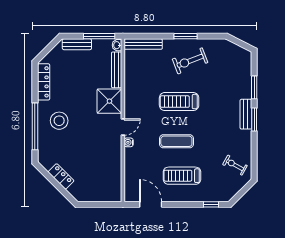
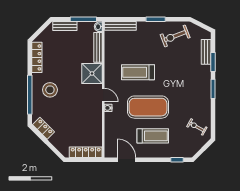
exercise bike: (190, 61) -> (175, 36), moved
treadmill: (179, 102) -> (138, 72), moved
bench: (246, 114) -> (206, 52), moved
door: (123, 127) -> (103, 95), hinge flipped
exercise mat: (176, 141) -> (148, 107), width x2.00, depth x1.45
locker: (61, 176) -> (43, 128), moved
treadmill: (182, 176) -> (153, 136), turned 180
locker: (102, 195) -> (86, 152), added

